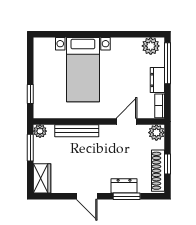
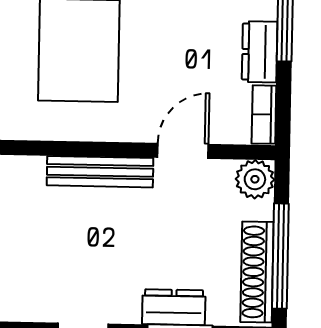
bench: (77, 131) -> (100, 172), moved
window: (168, 164) -> (280, 256), width x2.17

